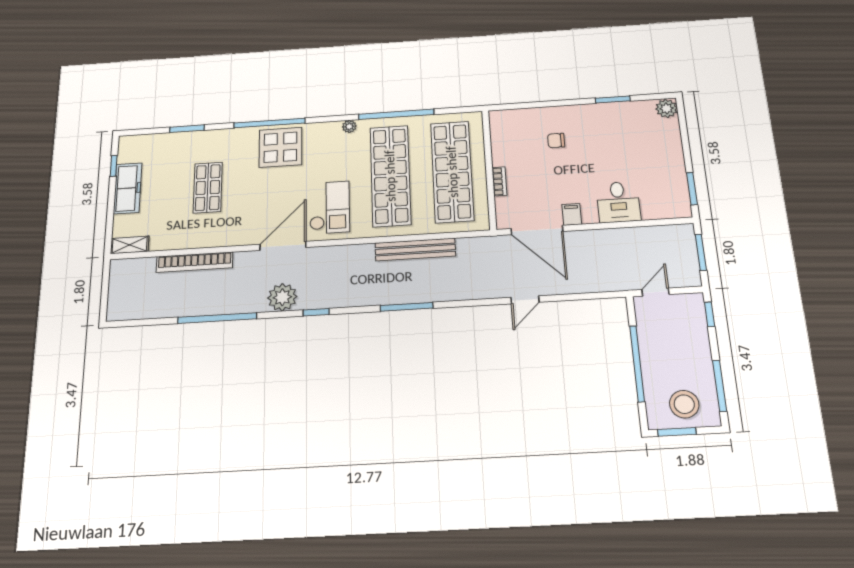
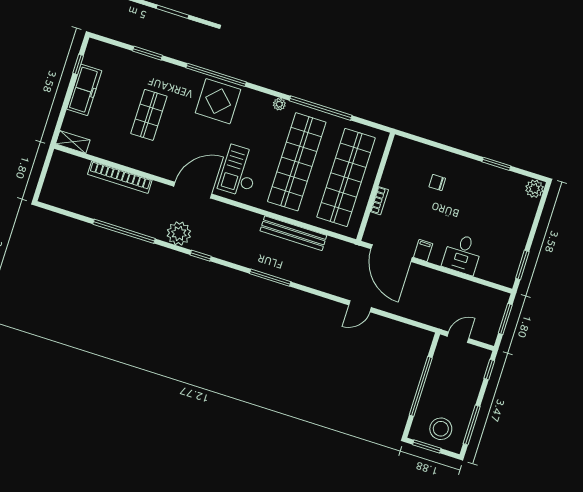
checkout: (330, 207) -> (240, 171), turned 180

